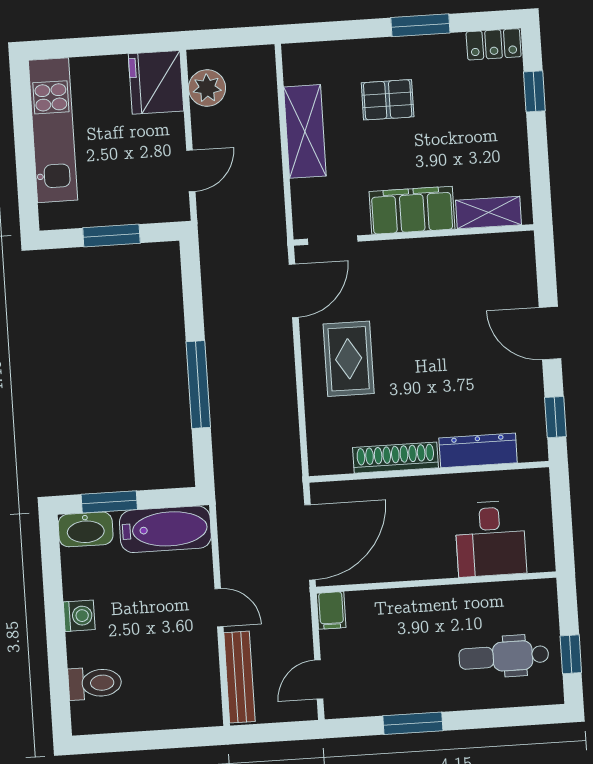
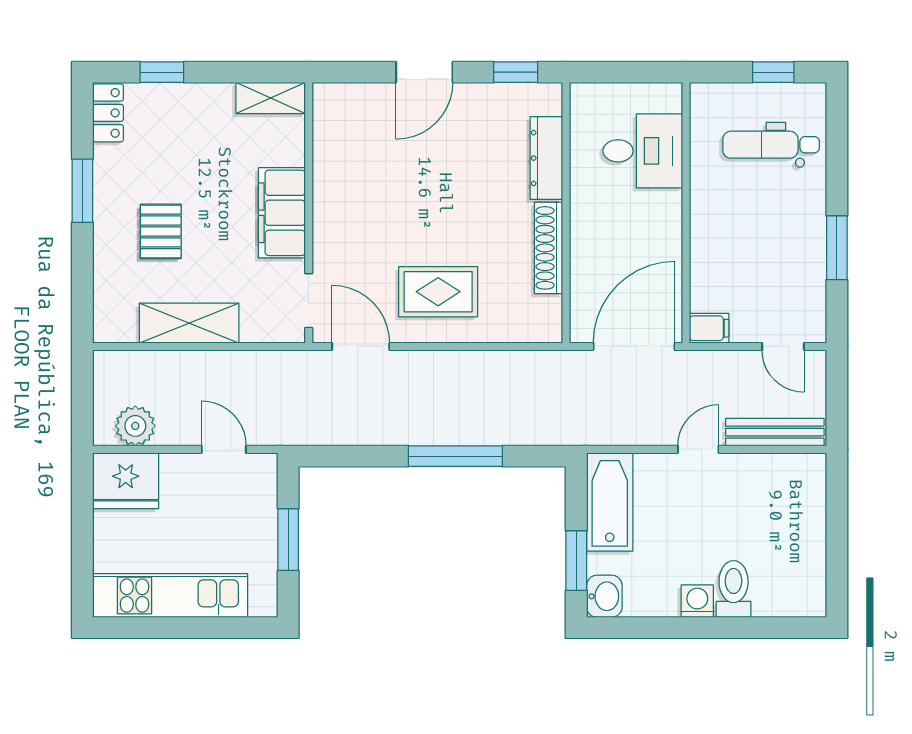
shelving: (488, 212) -> (271, 98), moved, turned 90
washbasin: (86, 529) -> (604, 596), width x0.72
door: (310, 542) -> (634, 346), hinge flipped
dental chair: (504, 656) -> (771, 145), turned 90
toilet: (95, 683) -> (734, 589), moved

